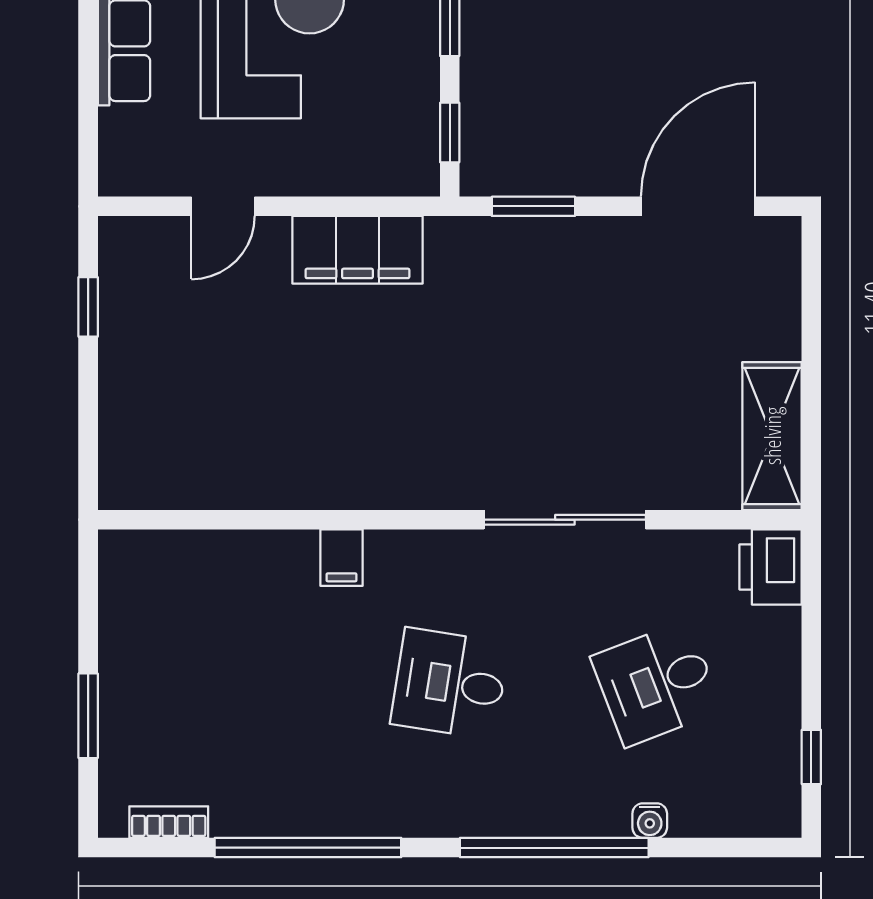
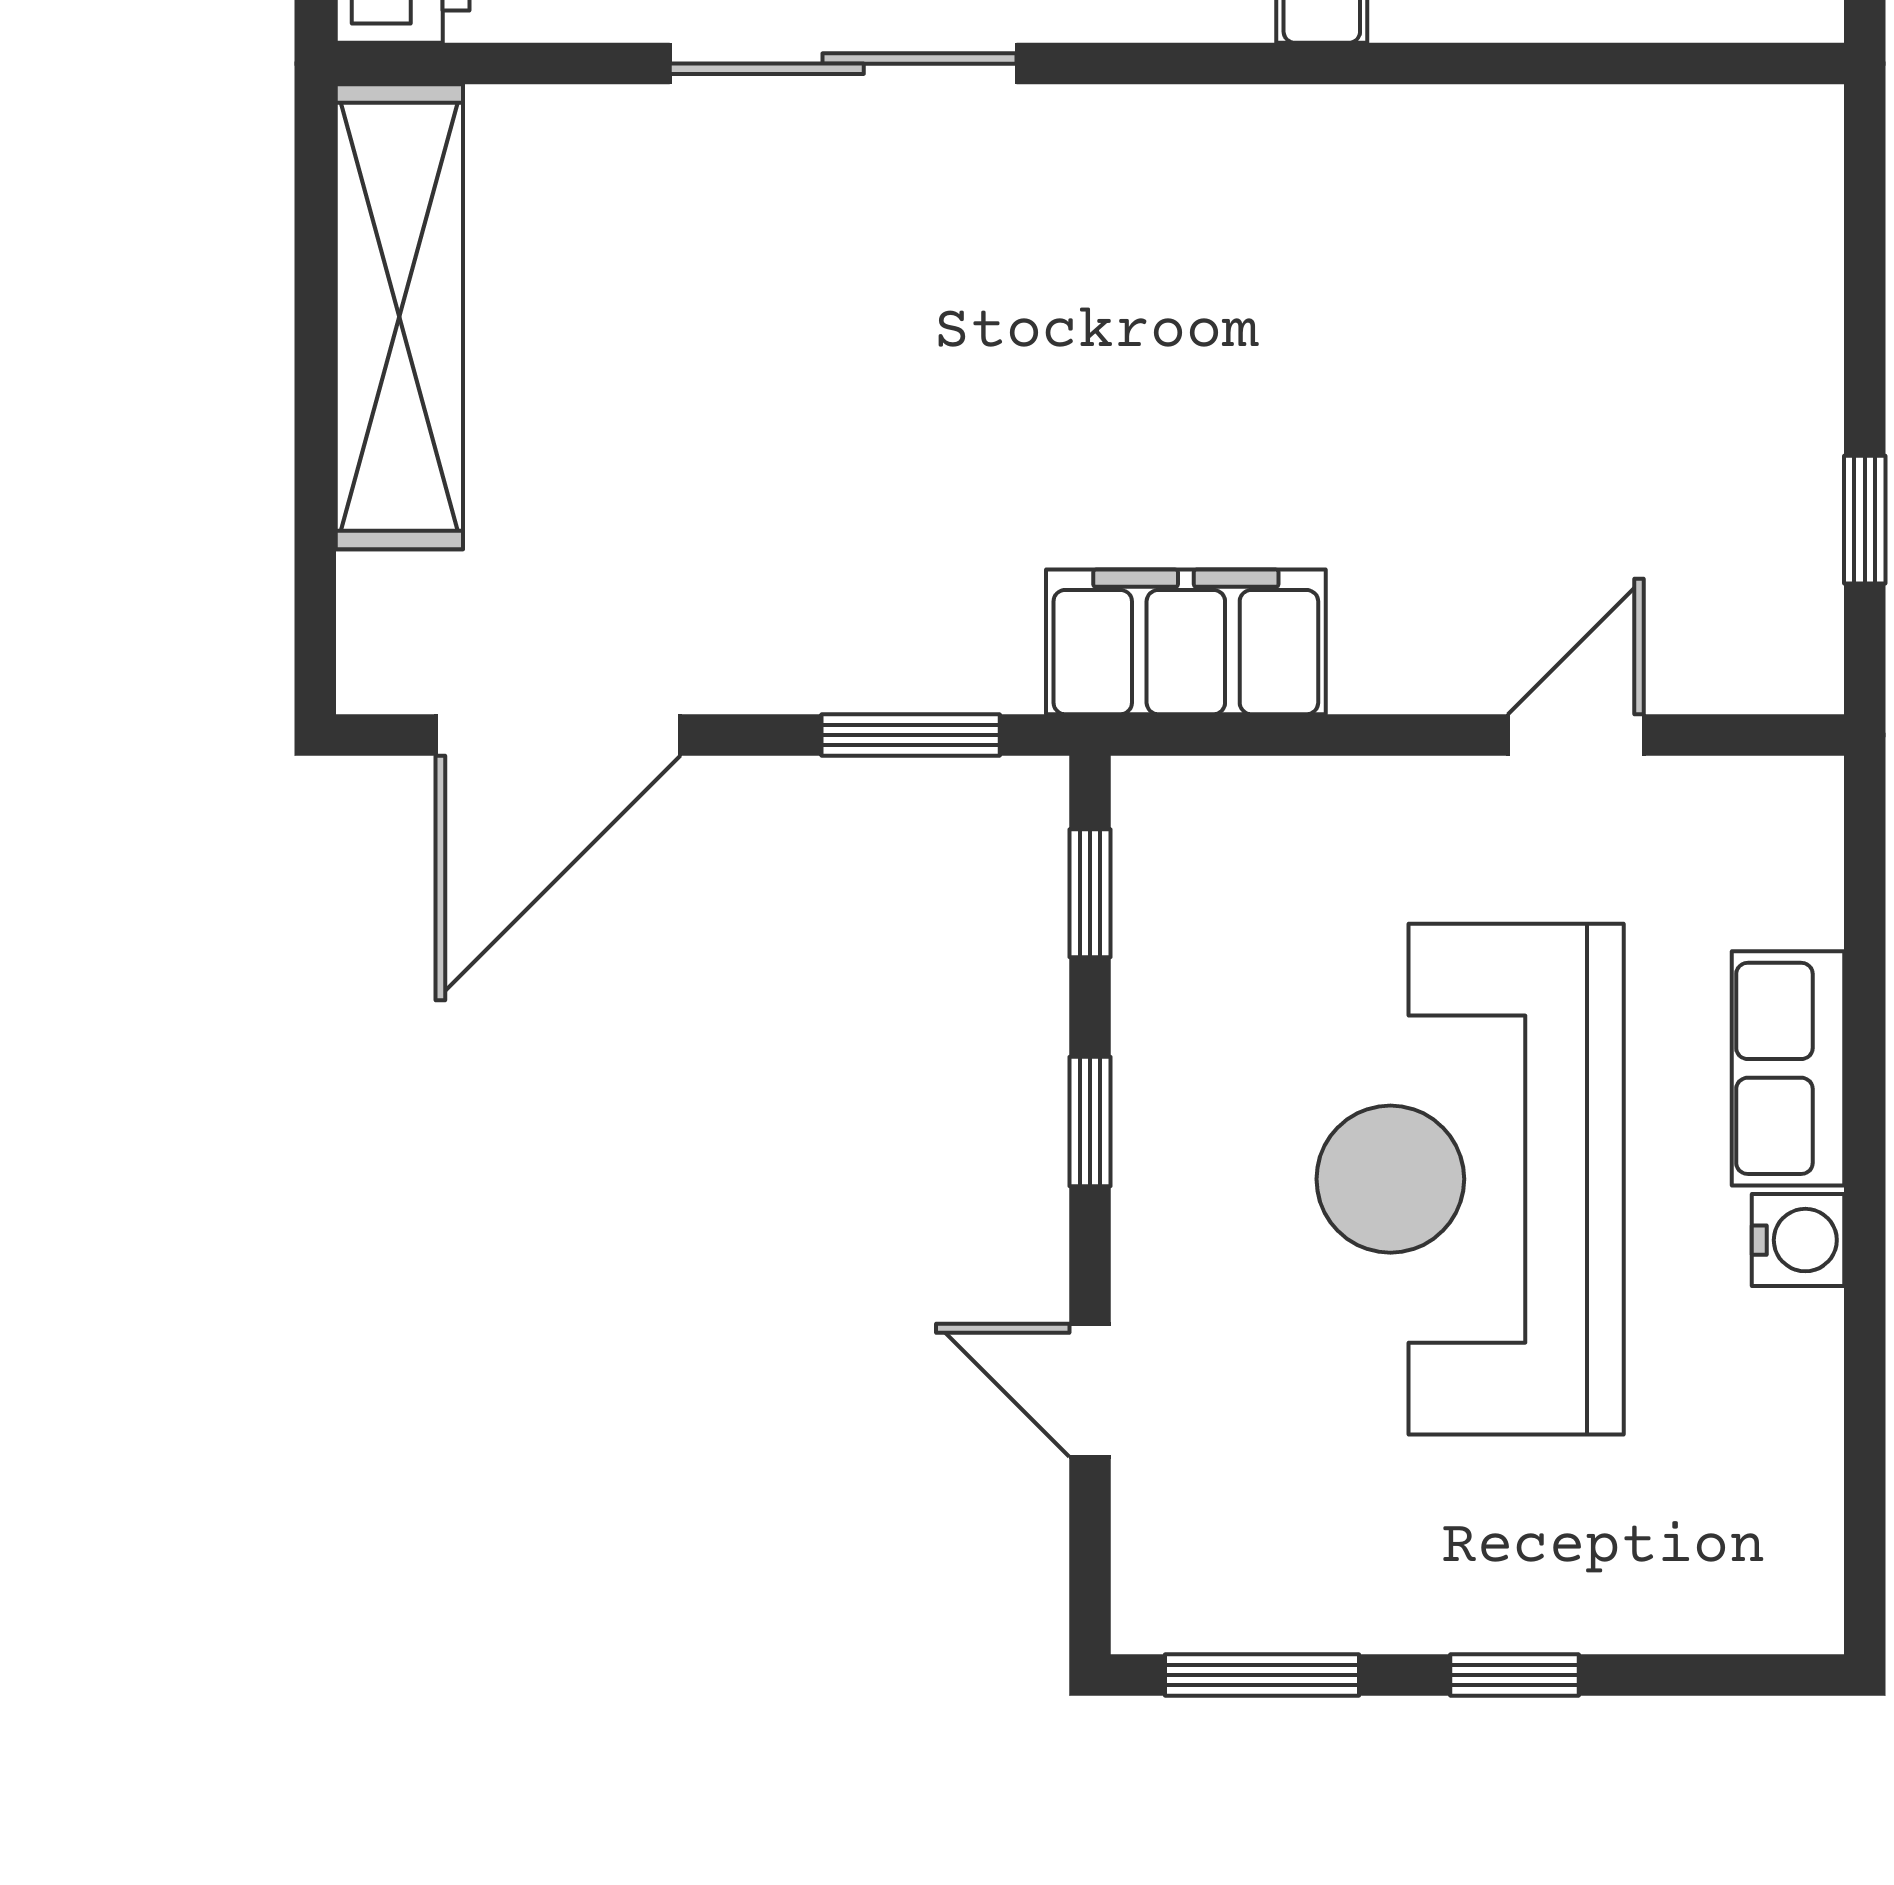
filing cabinet: (357, 250) -> (1186, 642), moved
shelving: (772, 436) -> (399, 317), width x1.47

